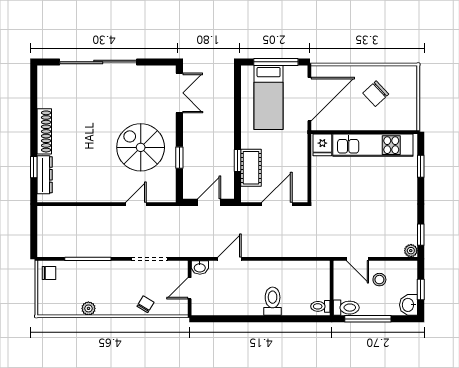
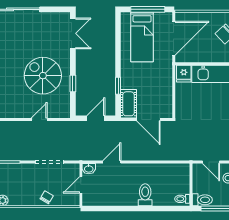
cot: (251, 168) -> (128, 104), moved
door: (277, 204) -> (148, 120), swing flipped

